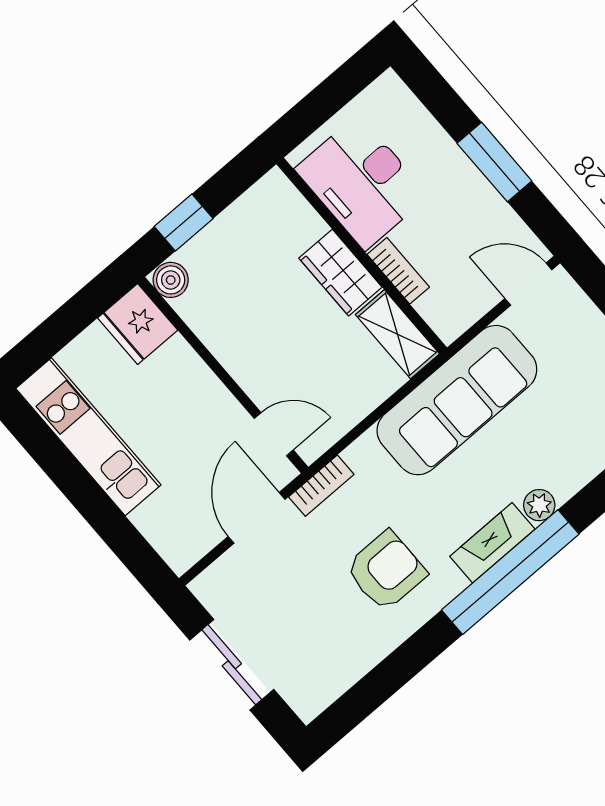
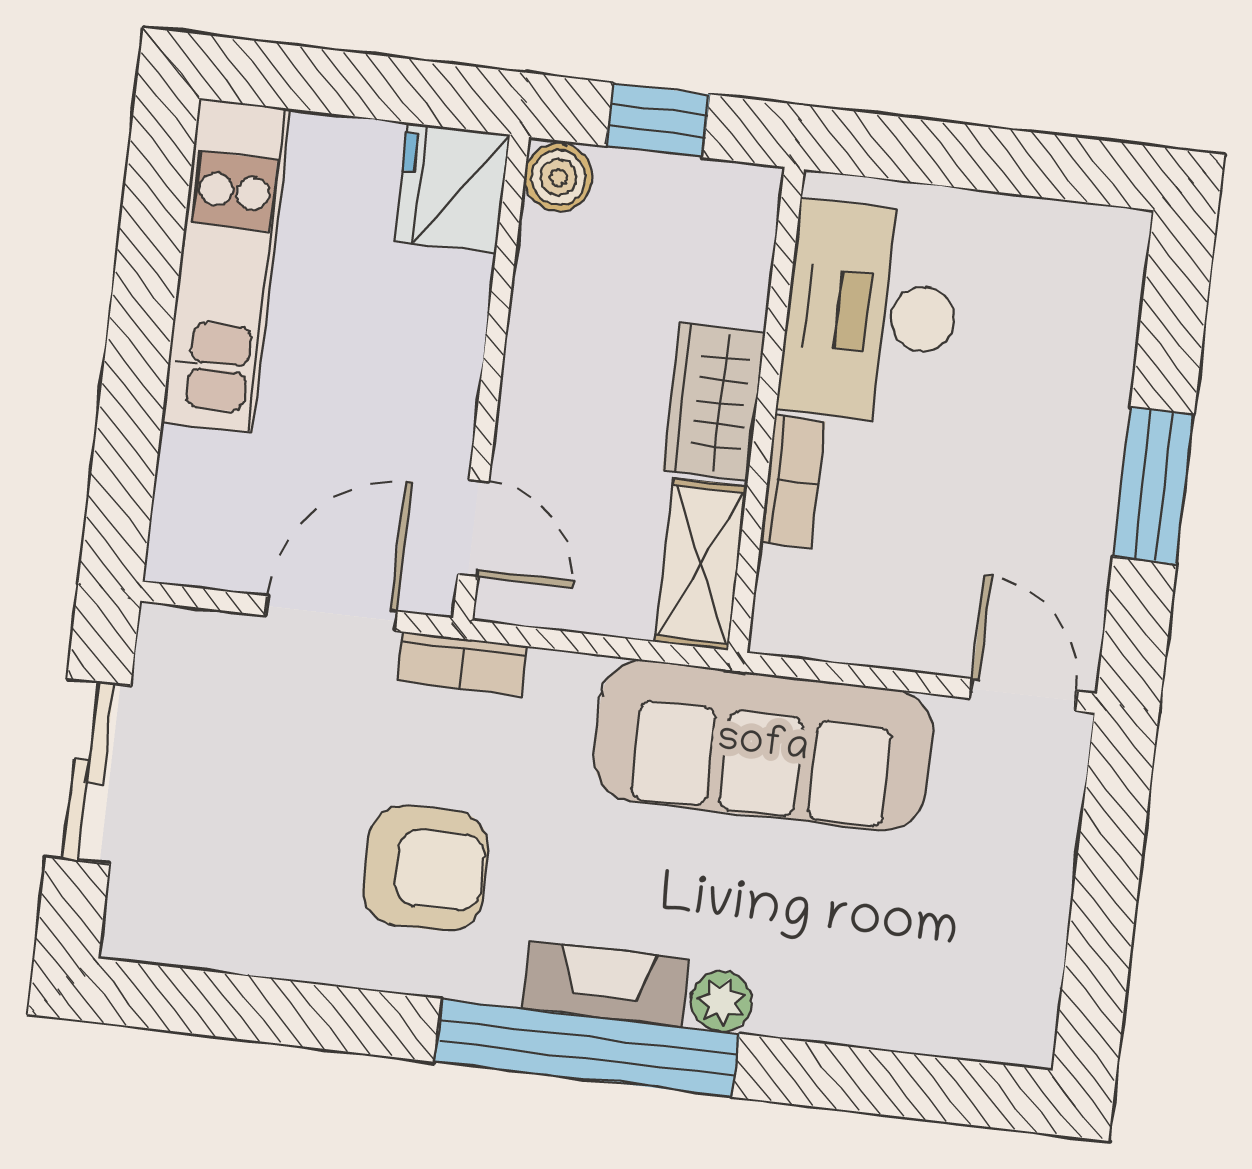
desk: (362, 182) -> (871, 313), moved
wall: (362, 256) -> (766, 410), moved
bookcase: (398, 271) -> (793, 482), moved
wardrobe: (340, 273) -> (714, 402), moved
shelving: (397, 334) -> (701, 564), moved

